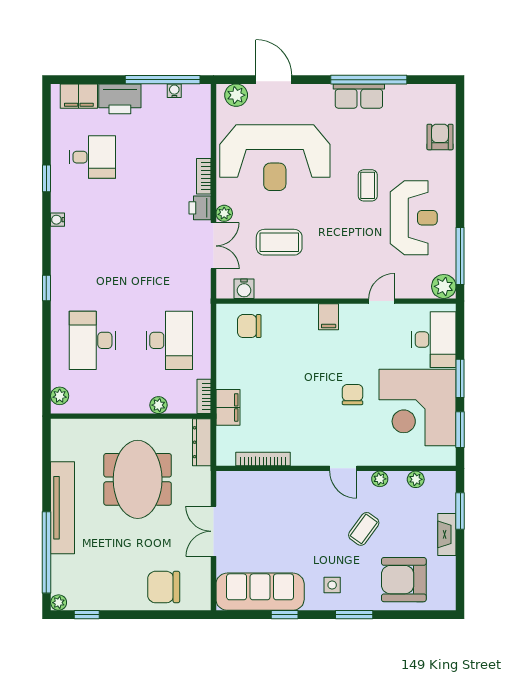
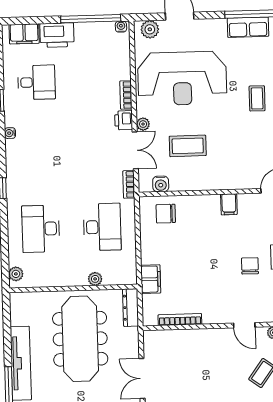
water cooler: (174, 91) -> (121, 27), moved
bookcase: (204, 396) -> (129, 184), moved
meeting table: (138, 479) -> (80, 339), width x1.36

